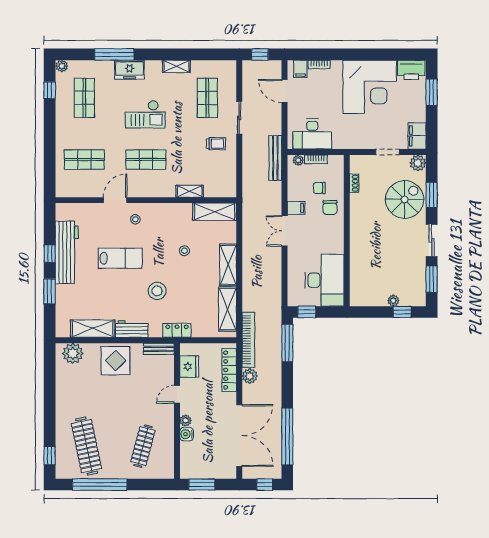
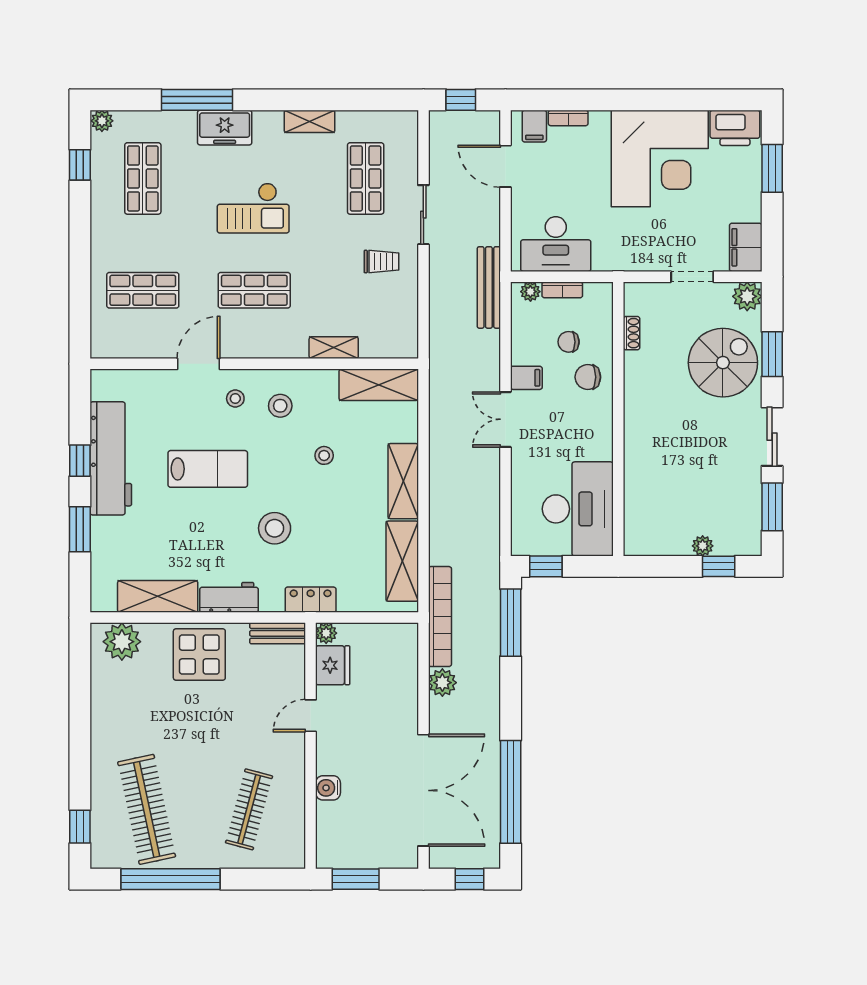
chair: (330, 207) -> (588, 377), turned 90
stool: (160, 223) -> (280, 406), added
locker: (229, 370) -> (405, 672), removed
plant: (186, 421) -> (326, 633), moved

